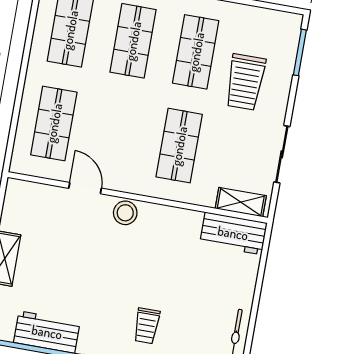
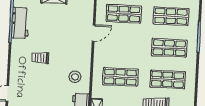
stool: (125, 213) -> (75, 77), moved
trolley: (147, 326) -> (40, 58), moved

